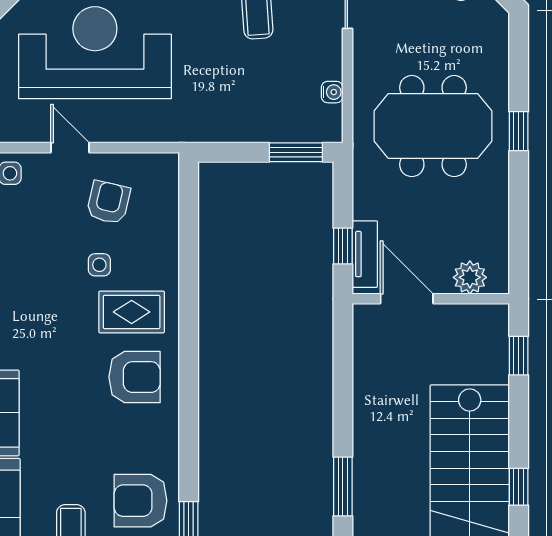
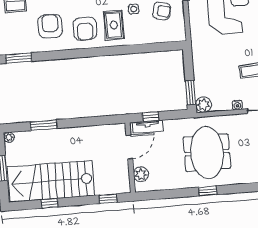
water cooler: (332, 92) -> (237, 105), moved
plant: (325, 125) -> (204, 105), added
armchair: (140, 501) -> (50, 26), moved

